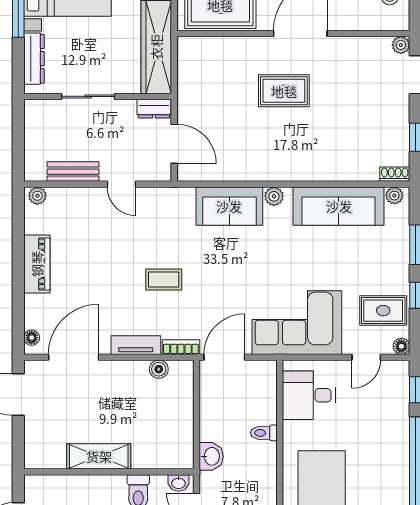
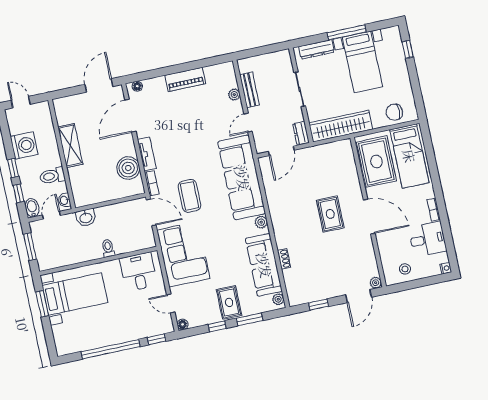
shoe rack: (395, 174) -> (284, 259), moved
plant: (37, 196) -> (234, 95), moved
sofa: (229, 206) -> (242, 178), width x1.85, depth x1.27
coffee table: (164, 279) -> (189, 196), moved, width x1.36, depth x1.30
rug: (383, 311) -> (229, 302), moved
door: (74, 357) -> (130, 116), swing flipped
boiler: (159, 369) -> (128, 168), width x1.86, depth x1.86

